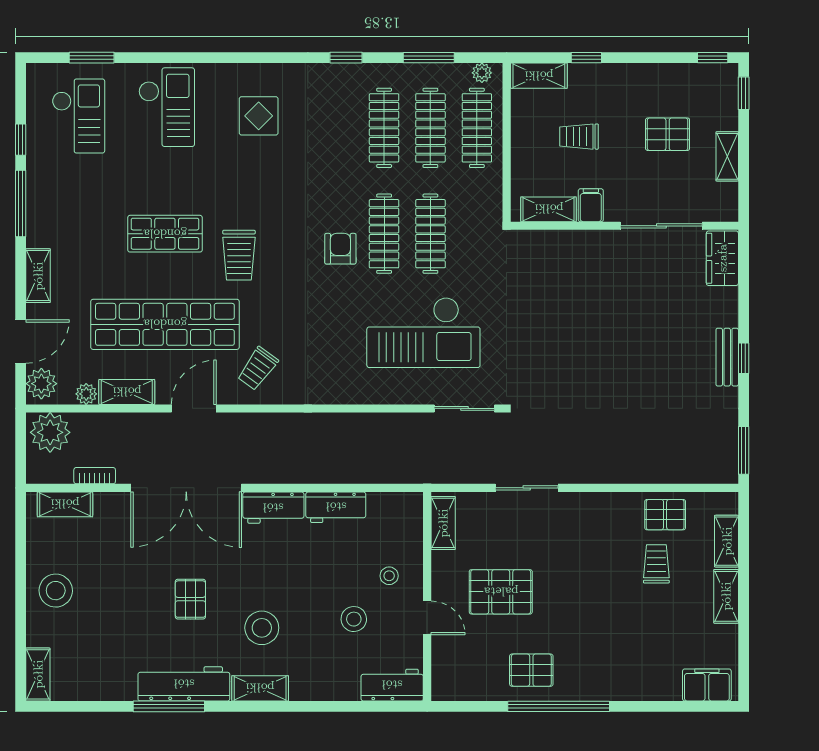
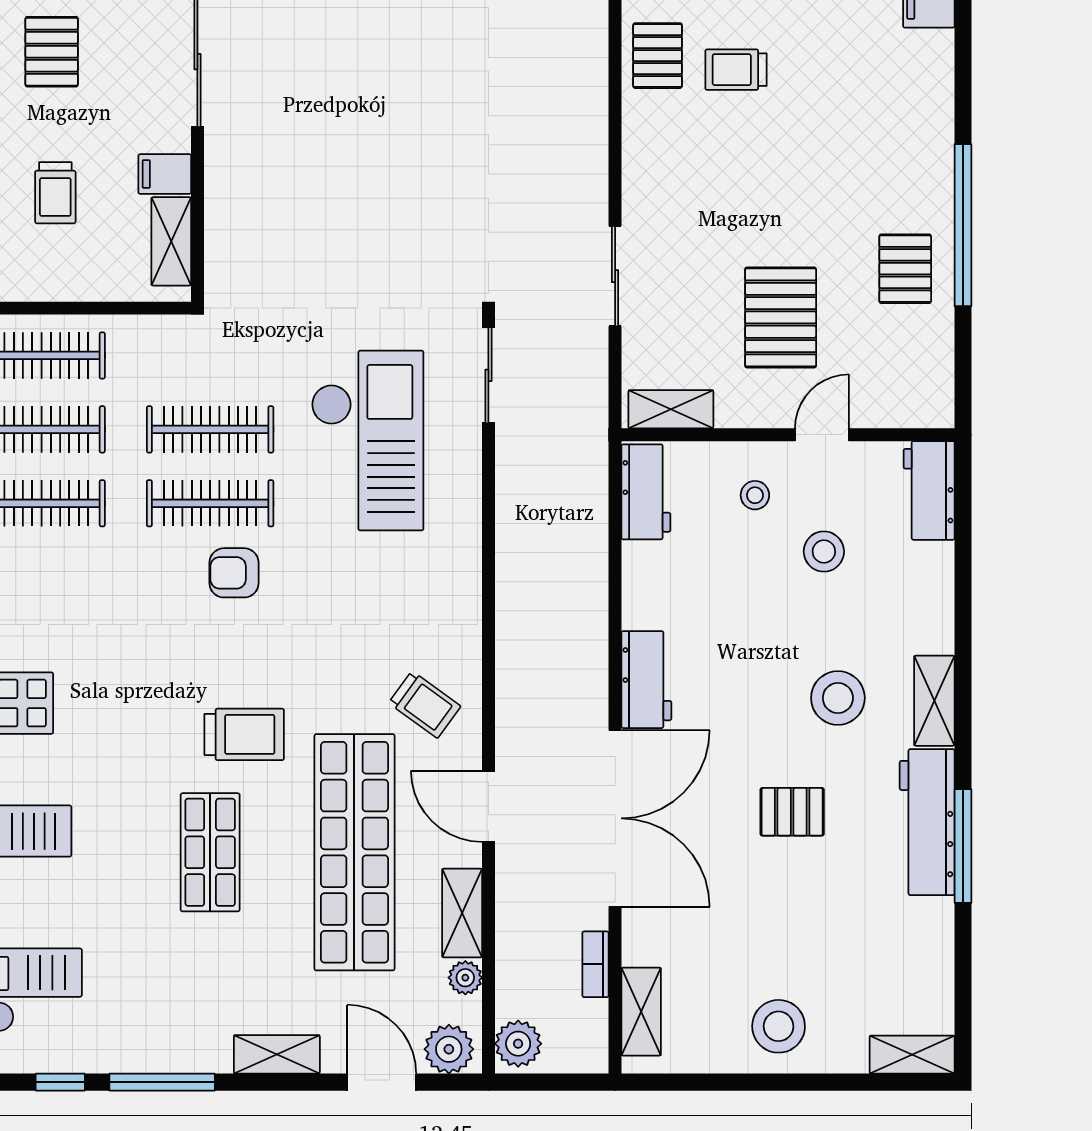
plant: (50, 432) -> (518, 1044), width x0.73, depth x0.73
workbench: (336, 507) -> (646, 492), moved

